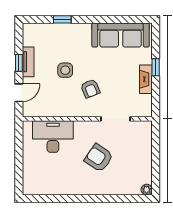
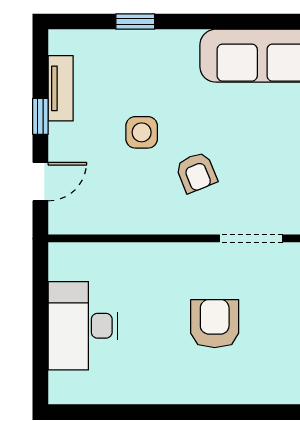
tv unit: (28, 62) -> (61, 88), moved
desk: (53, 137) -> (83, 326), moved, turned -90
armchair: (99, 158) -> (215, 324), turned 56

